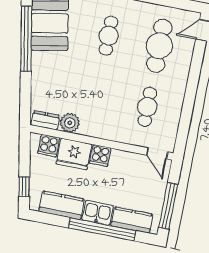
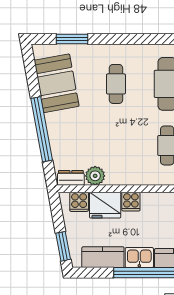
window: (26, 39) -> (42, 129), moved
window: (24, 187) -> (63, 246), width x1.50

